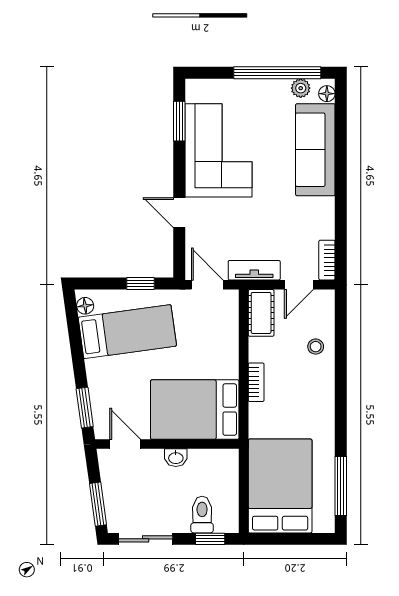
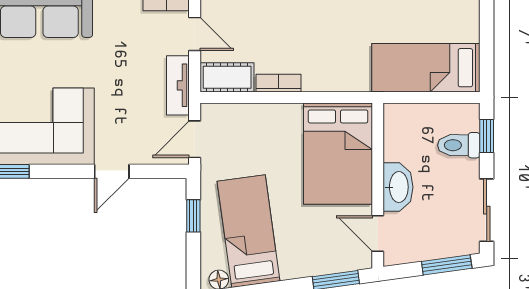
stool: (316, 347) -> (266, 15), removed
bookcase: (256, 382) -> (278, 83), moved
door: (125, 444) -> (378, 233), hinge flipped
washbasin: (176, 458) -> (398, 187), width x1.91, depth x1.45
bed: (280, 486) -> (426, 68), width x0.67

